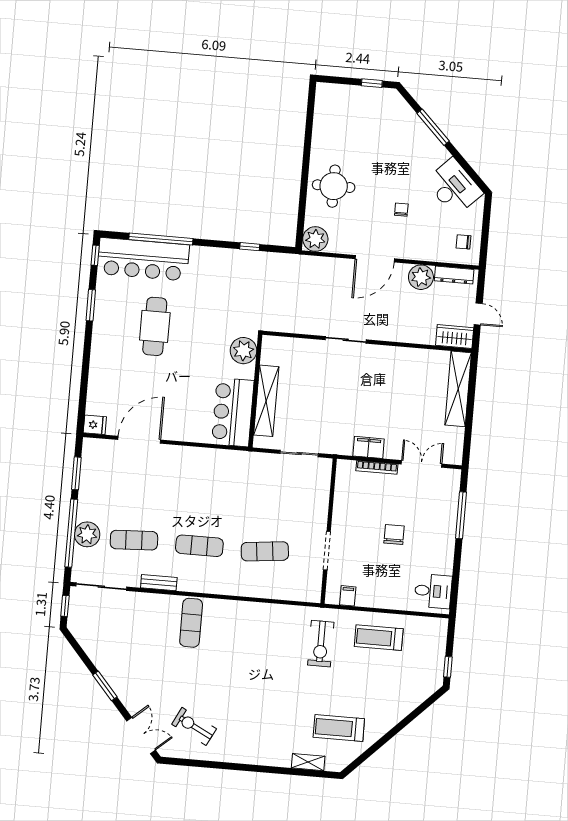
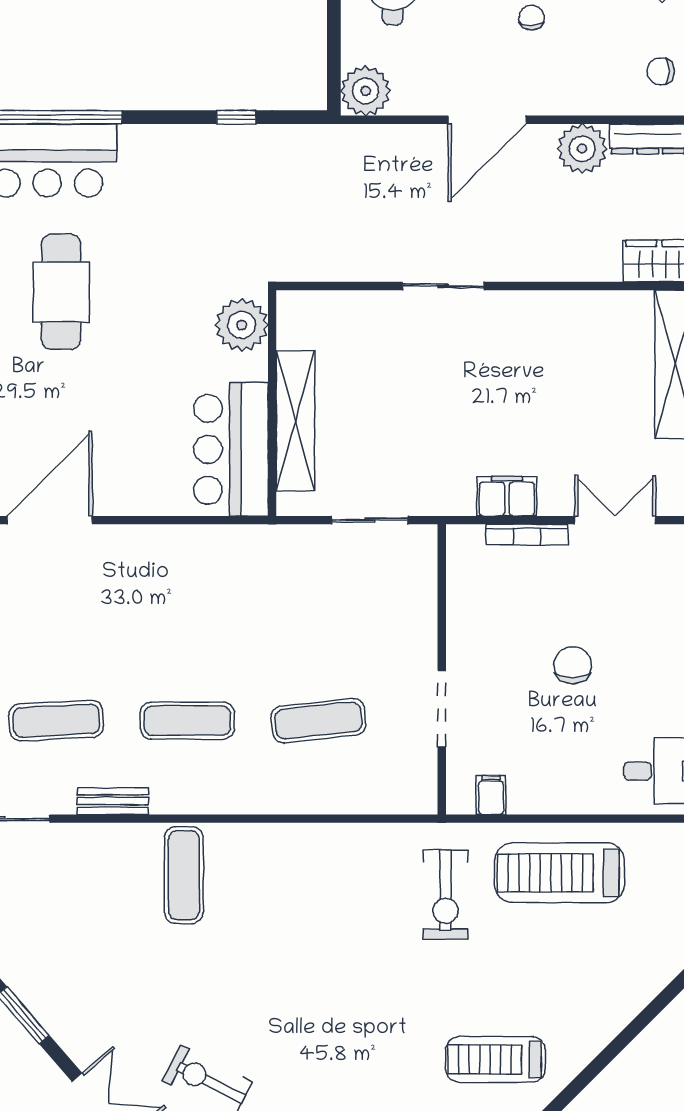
treadmill: (379, 638) -> (560, 873), width x1.37, depth x1.38

